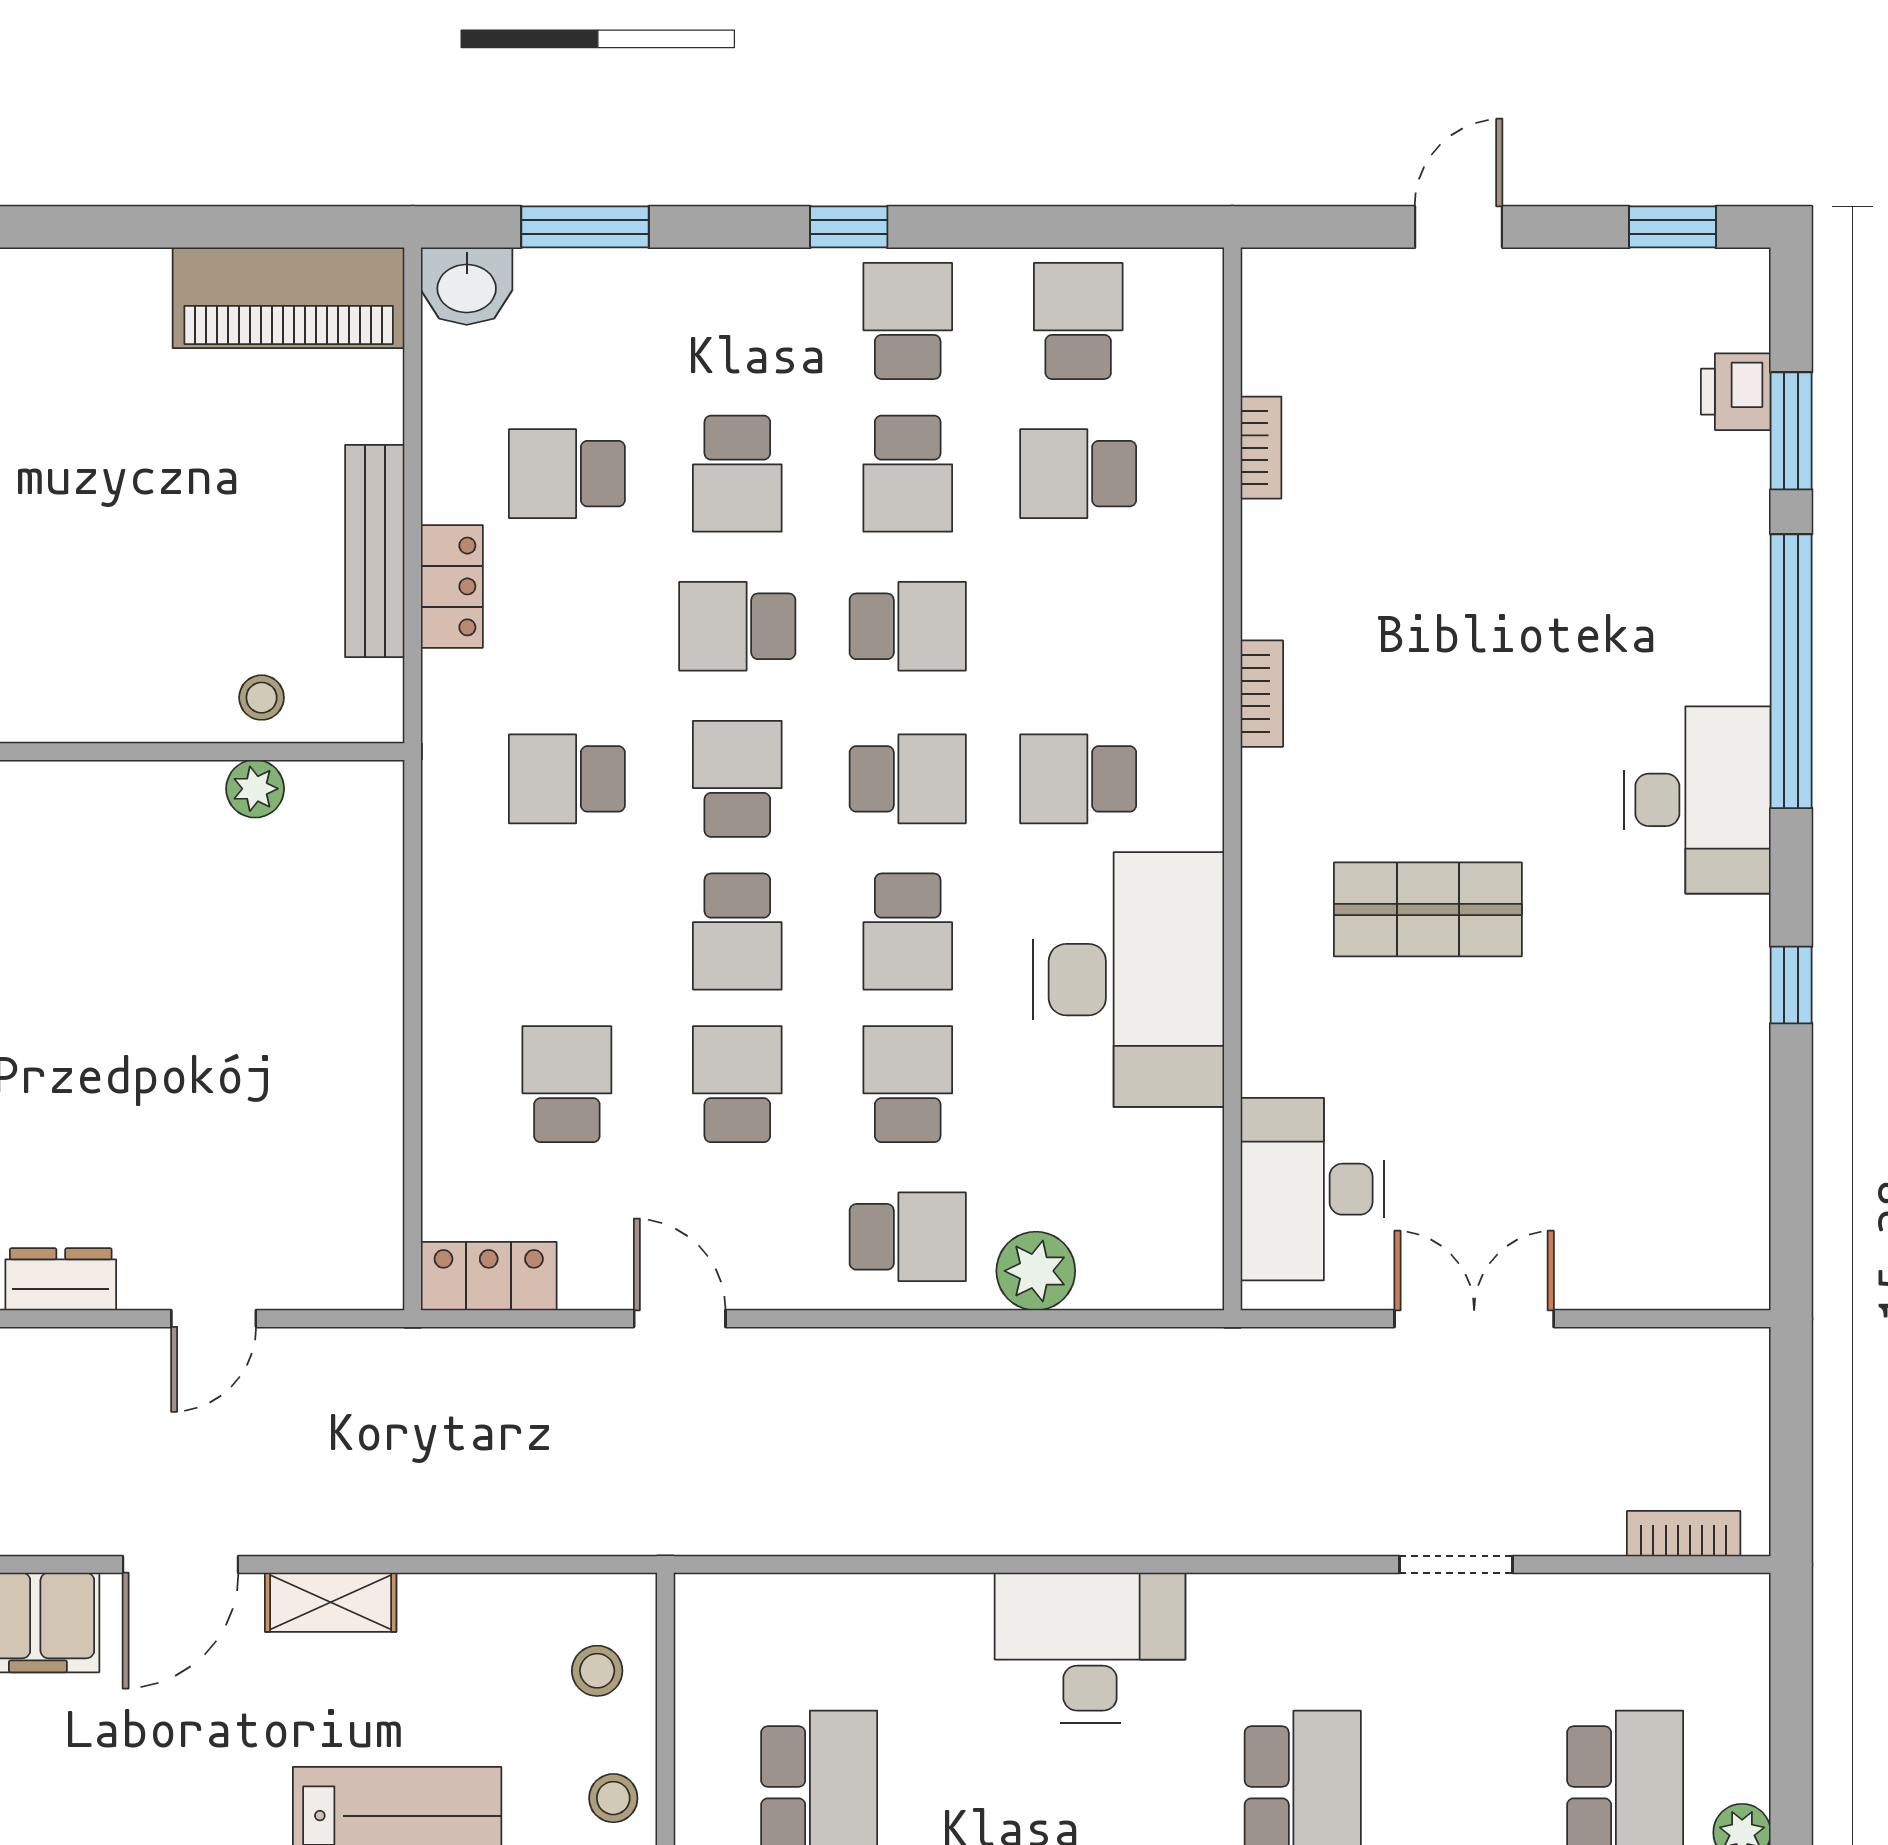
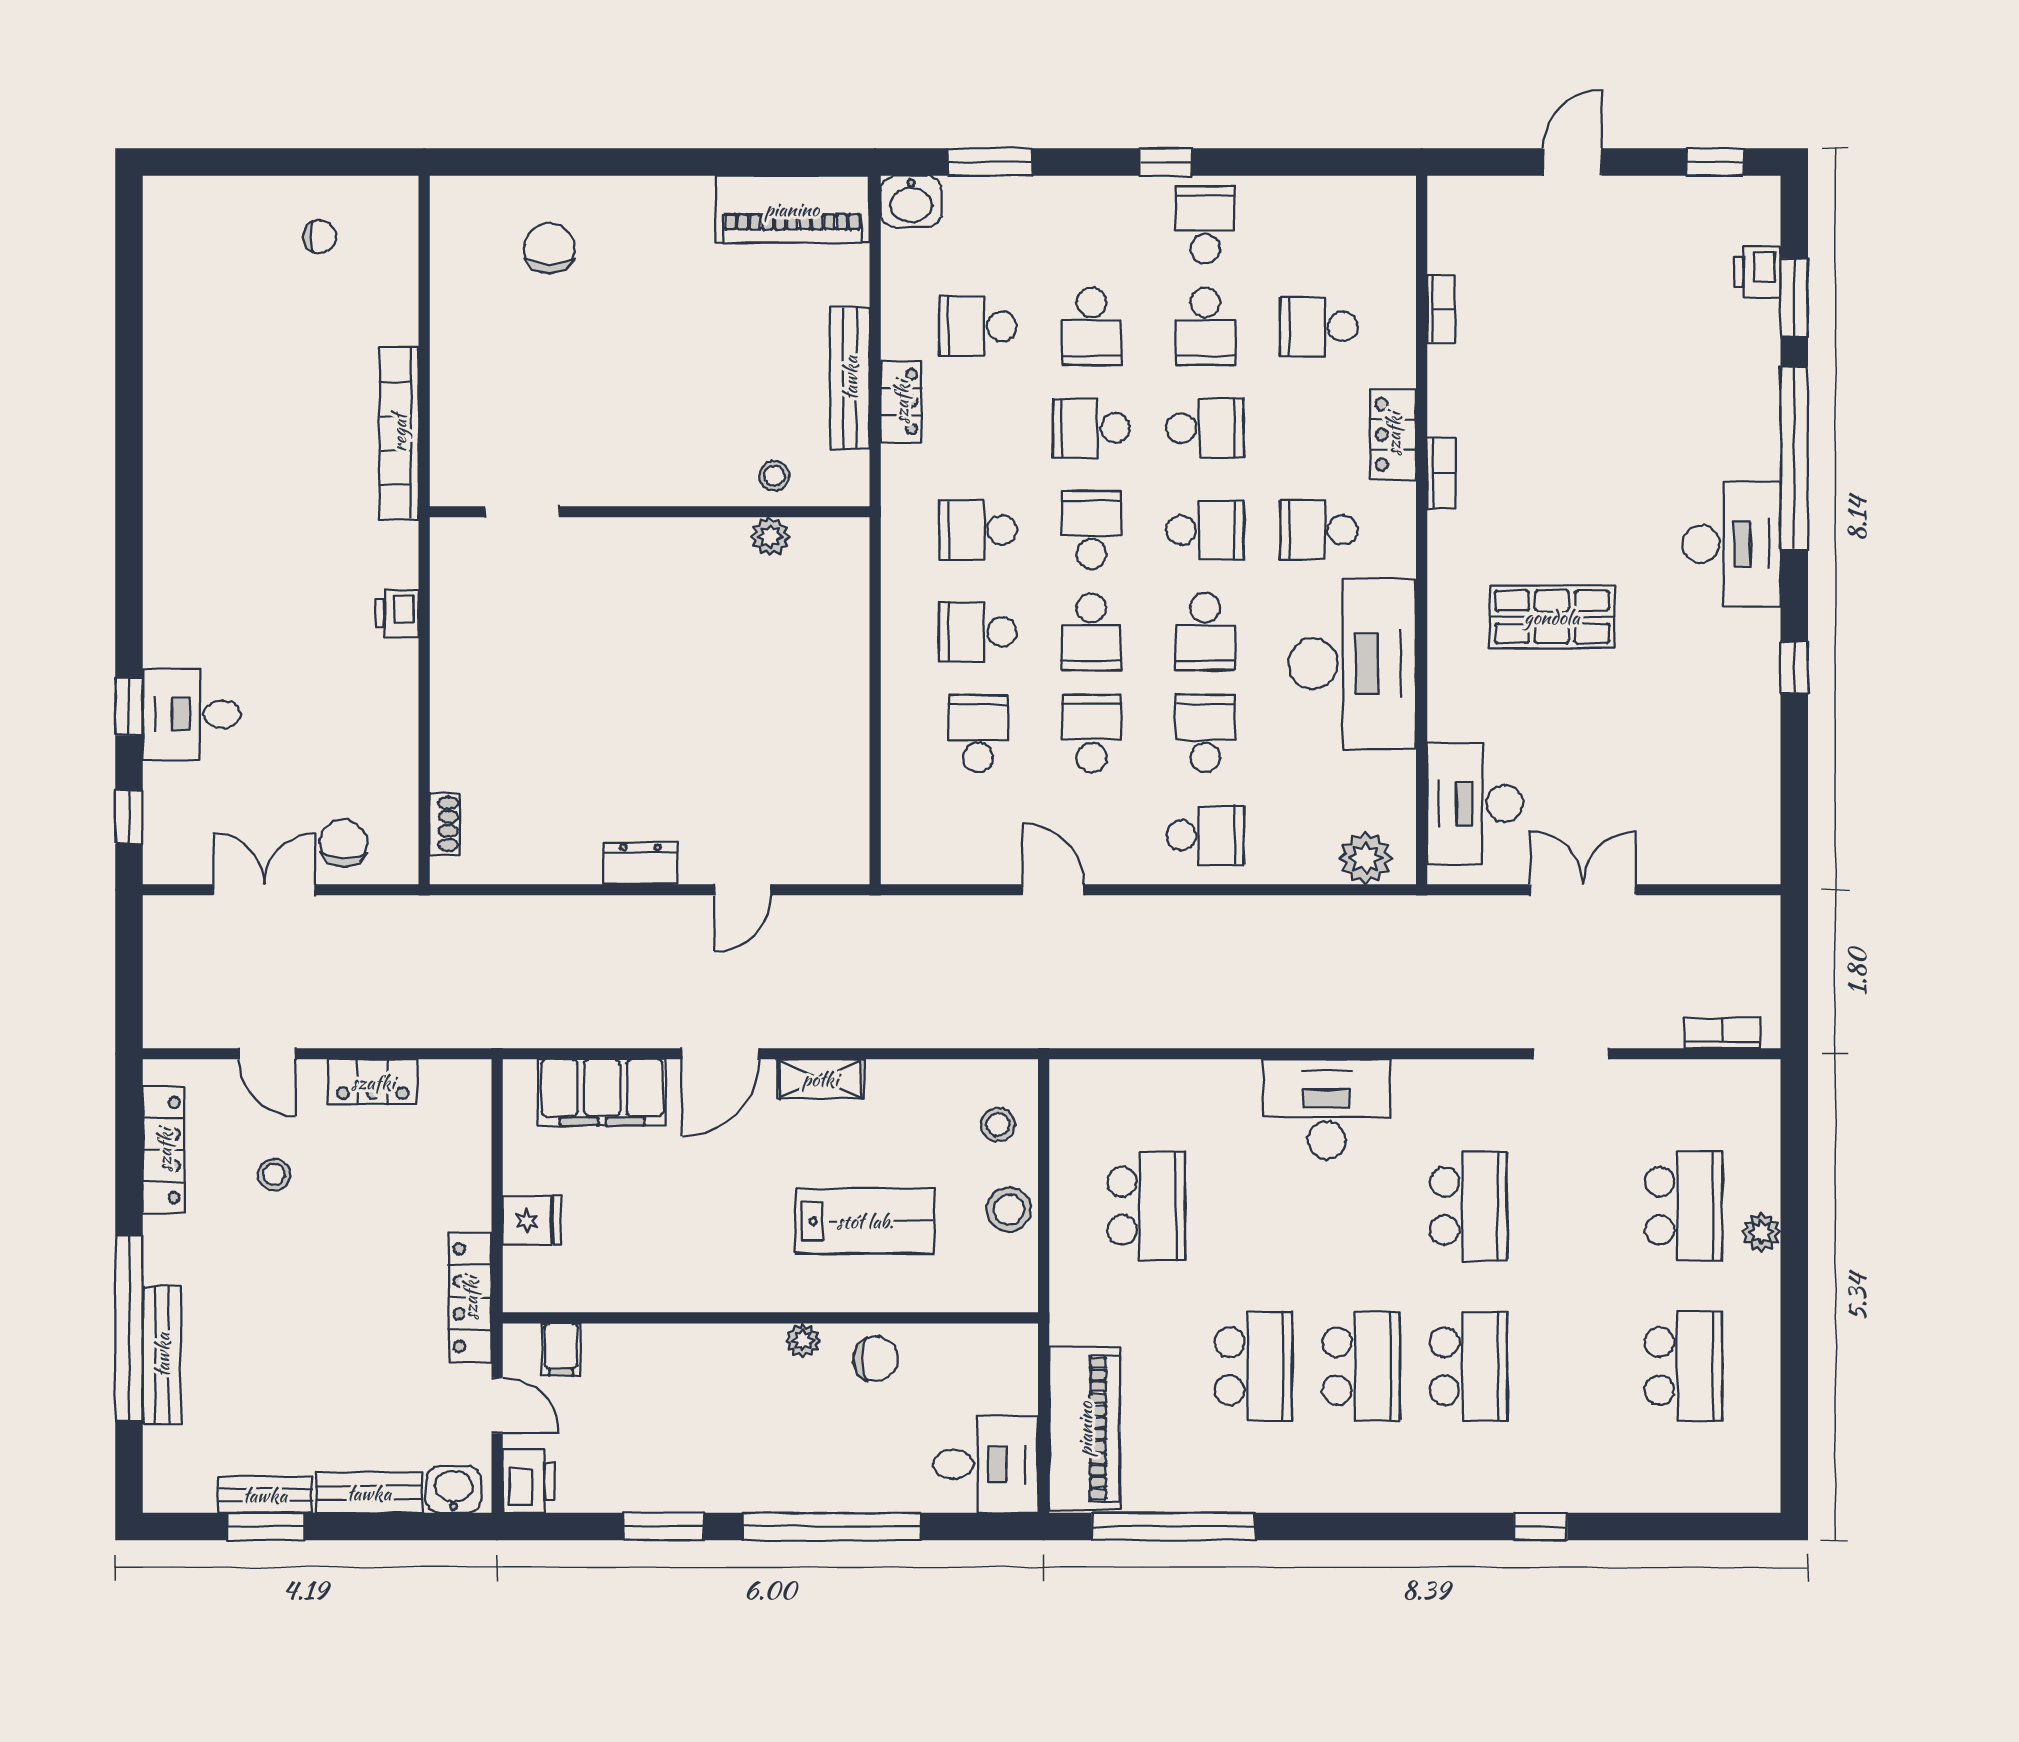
school desk: (1078, 321) -> (978, 632), moved, turned -90
plant: (1036, 1271) -> (1365, 858), moved
locker: (489, 1276) -> (1393, 434), moved, turned -90
stool: (613, 1798) -> (1009, 1209), width x1.37, depth x1.37

